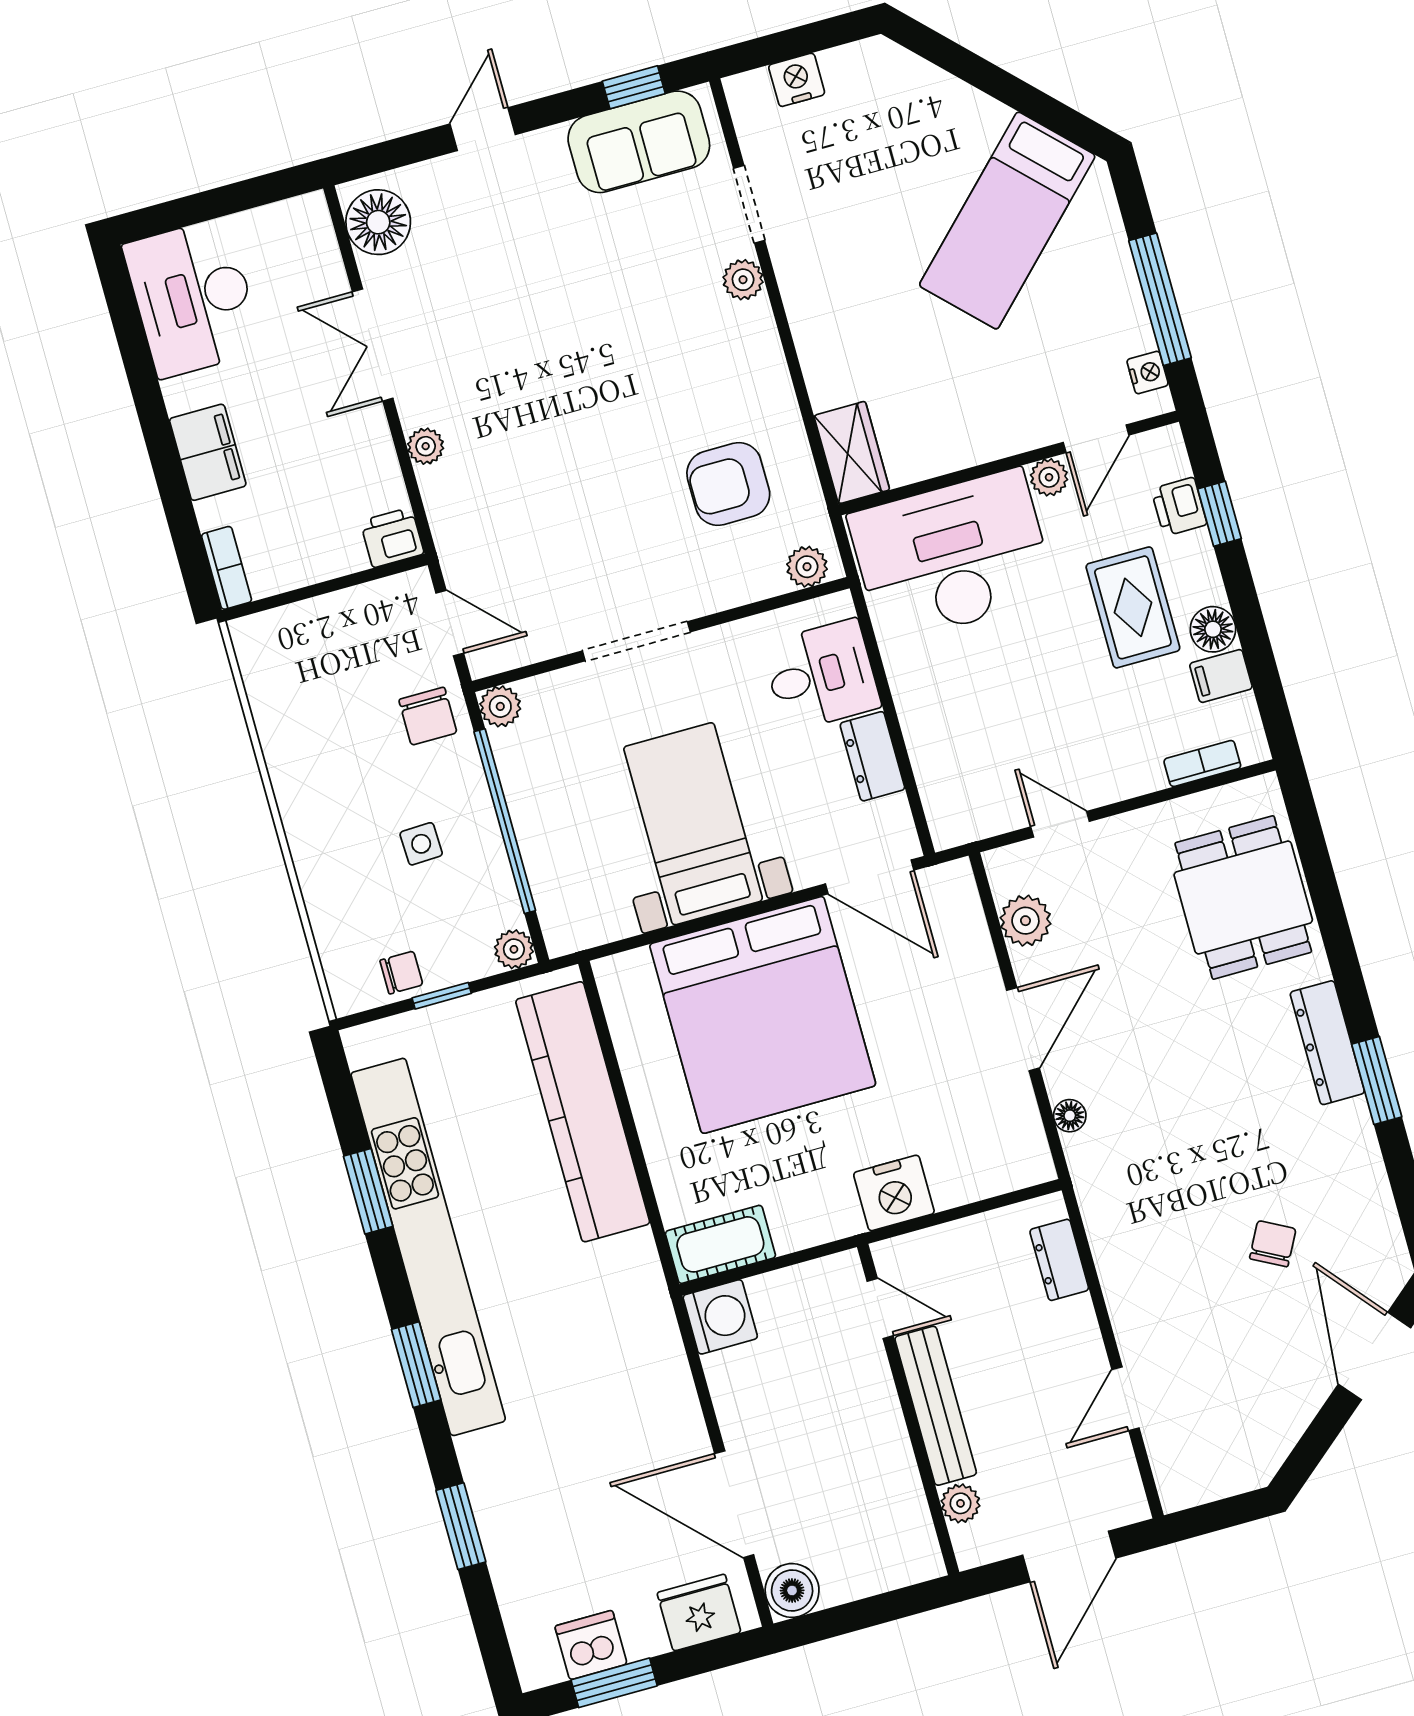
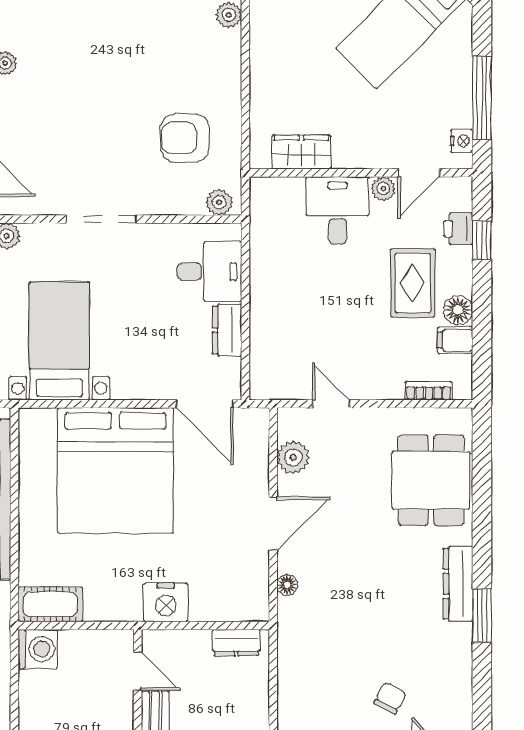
wardrobe: (852, 453) -> (301, 152), moved, turned -90
desk: (952, 556) -> (337, 210), width x0.53, depth x0.77
bed with nightstands: (693, 824) -> (59, 341), moved
dresser: (1059, 1260) -> (236, 643), moved, turned -90

